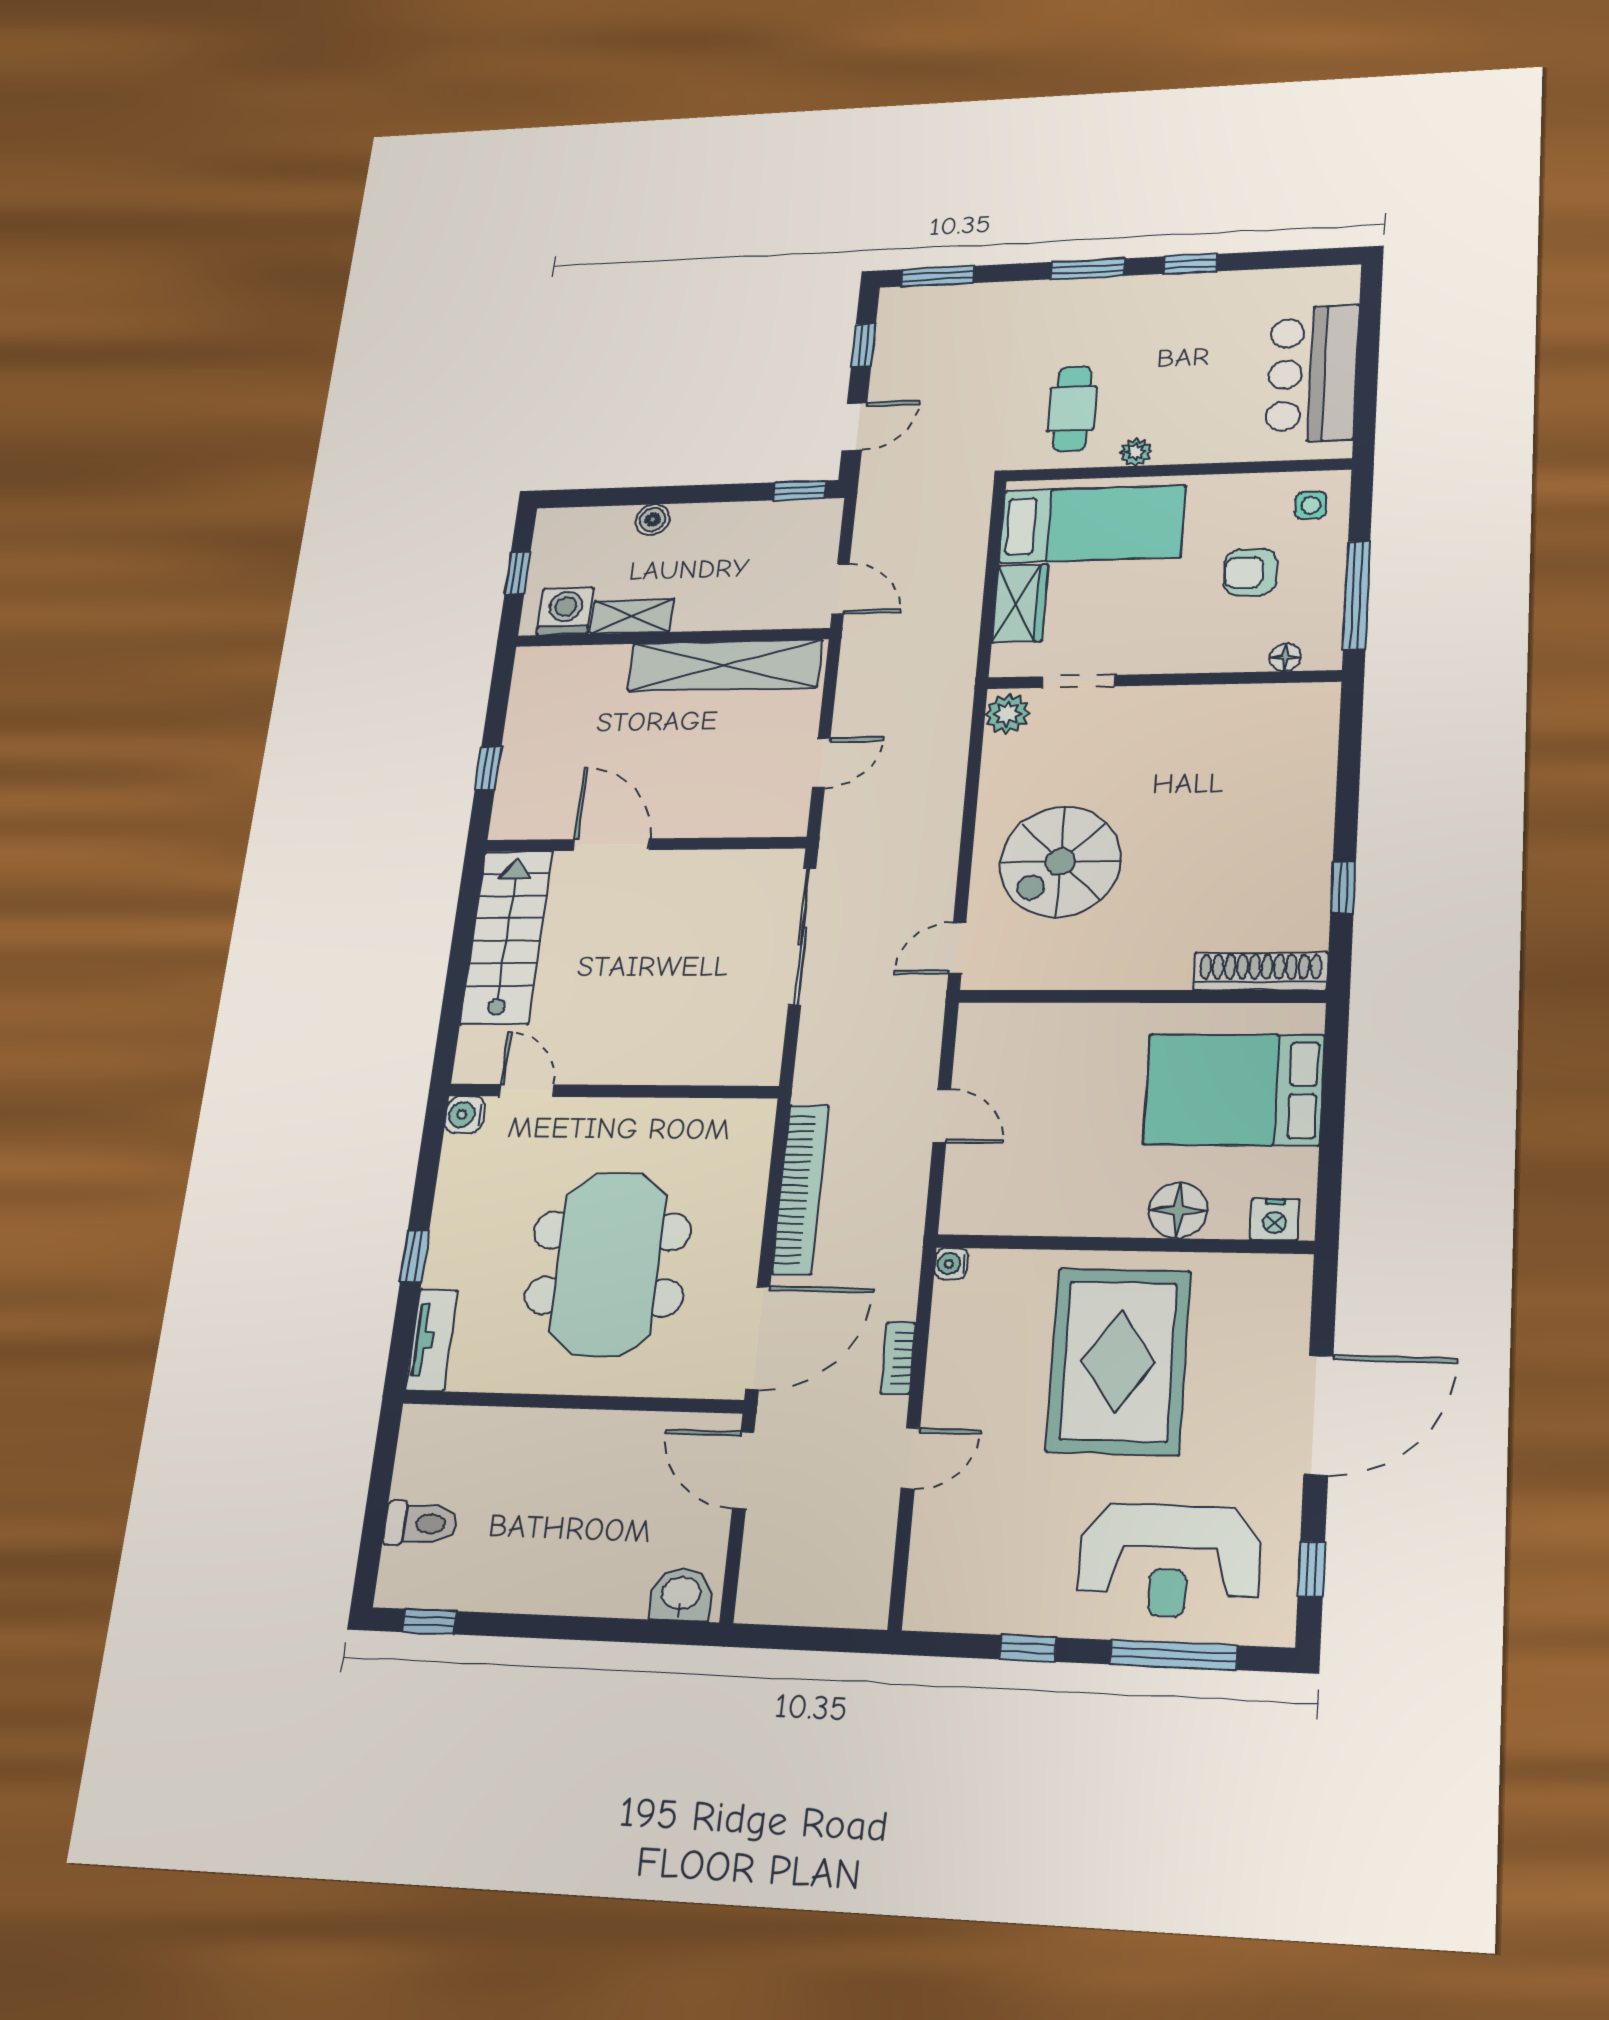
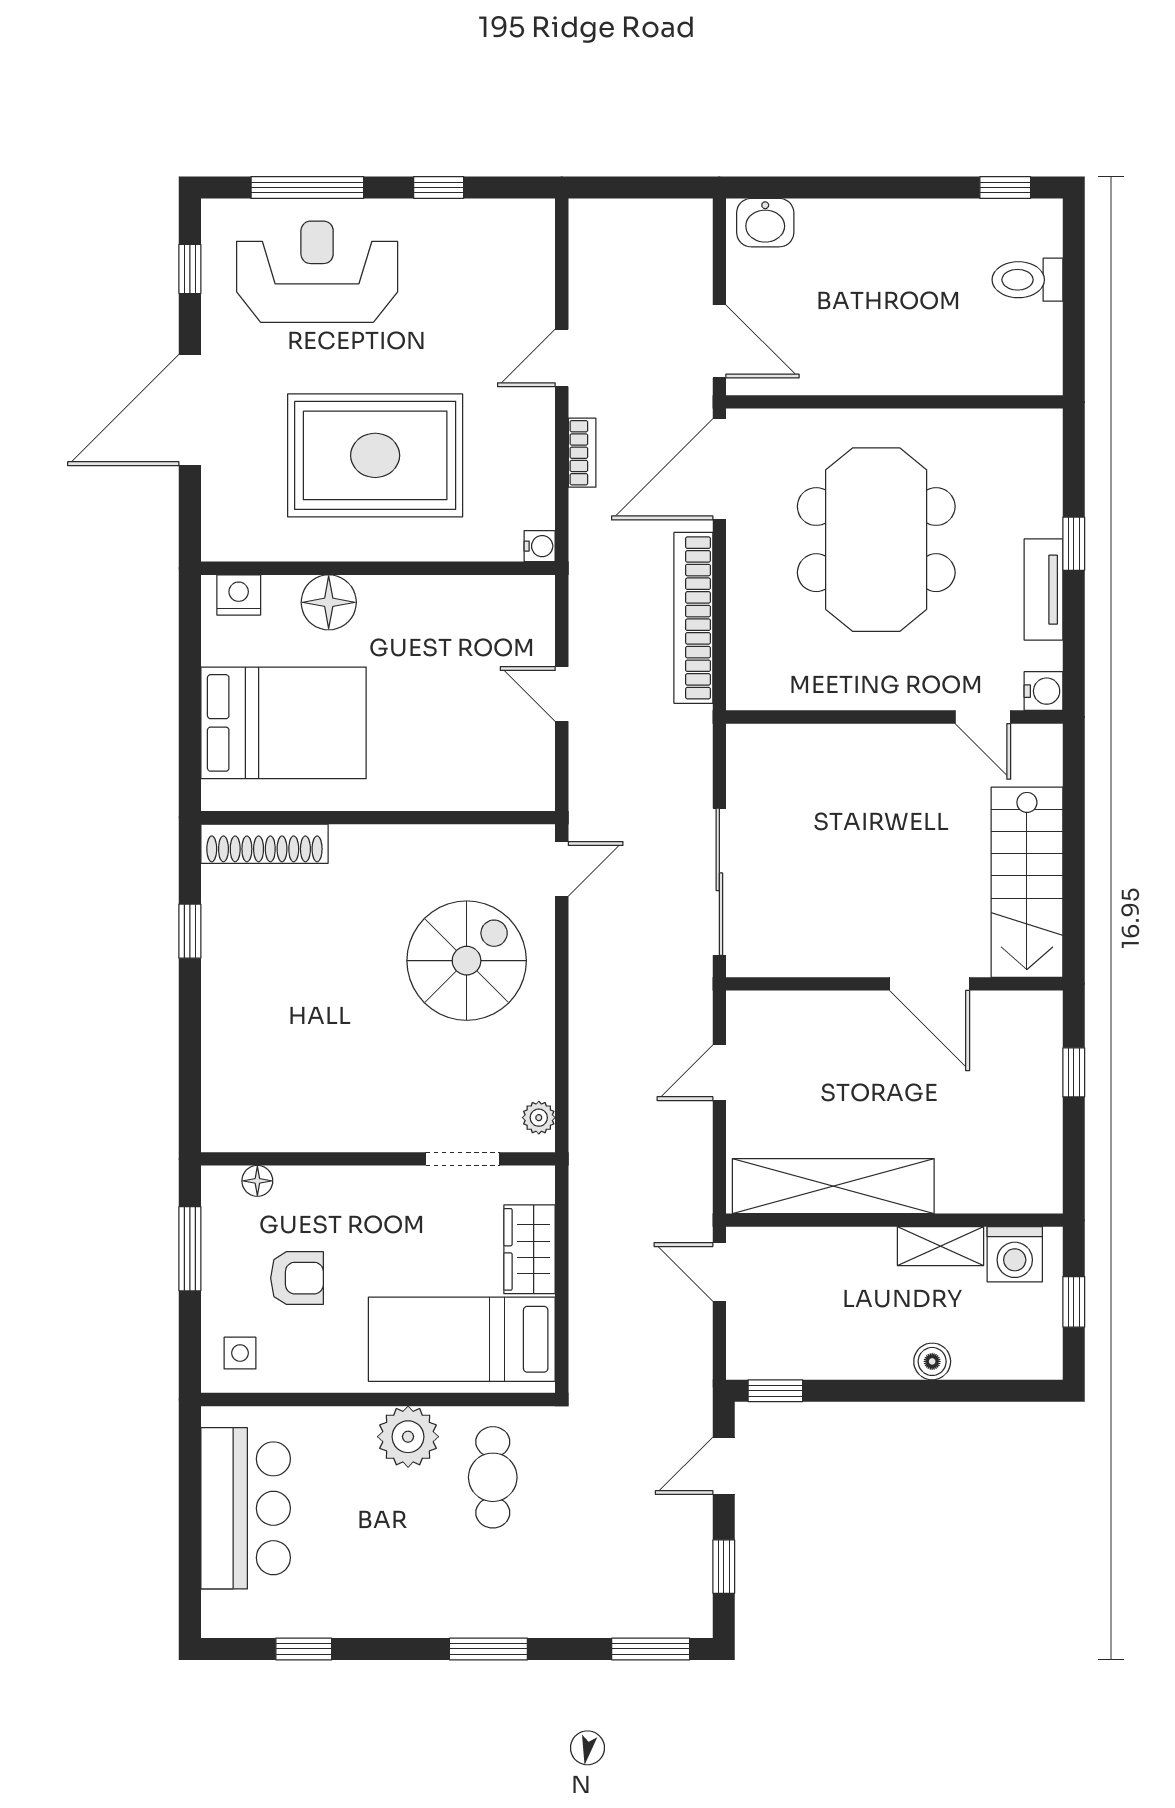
window: (1190, 264) -> (304, 1649), moved
plant: (1136, 452) -> (408, 1437), width x1.87, depth x1.87
window: (1357, 595) -> (190, 1249), width x0.69
plant: (1007, 714) -> (539, 1118), width x0.73, depth x0.73
tv unit: (432, 1340) -> (1043, 590), moved
rug: (1118, 1361) -> (375, 455), turned 90

